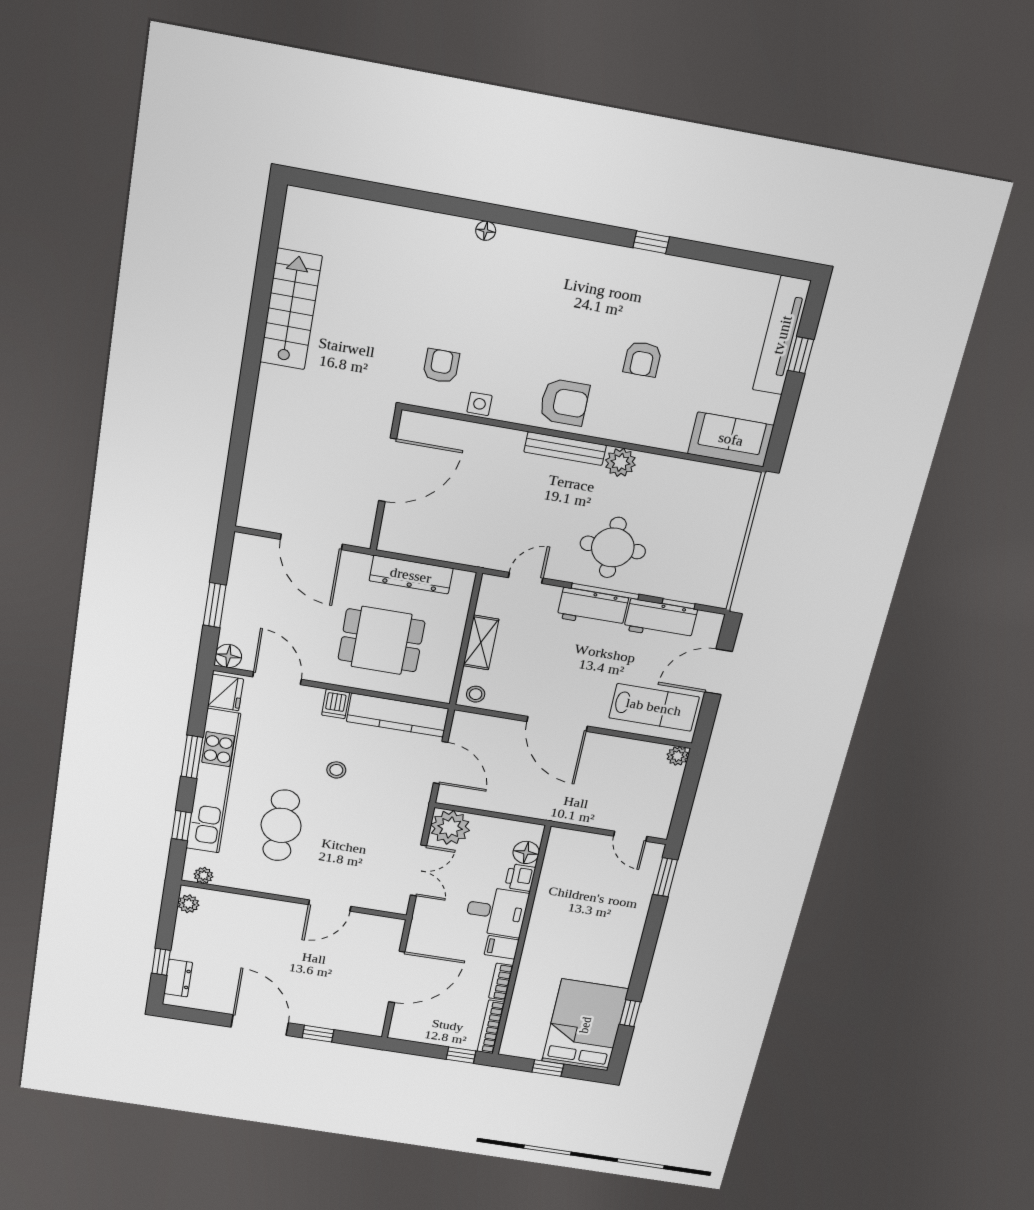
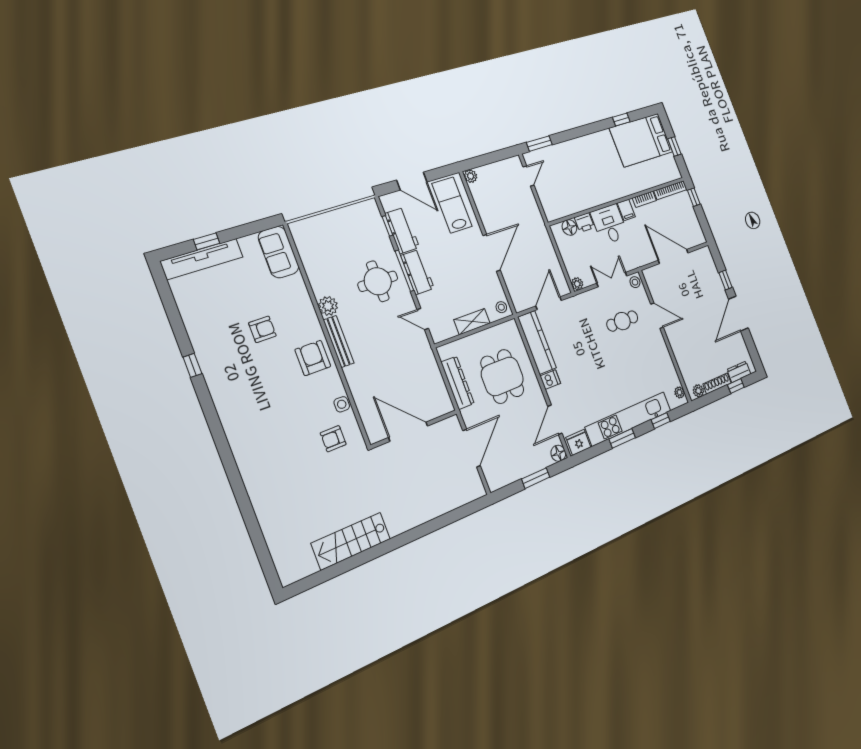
floor lamp: (486, 231) -> (242, 462), removed
stool: (336, 770) -> (635, 282), moved
cafe table: (281, 825) -> (622, 321), moved, width x0.73, depth x0.74
plant: (450, 828) -> (577, 284), width x0.53, depth x0.53
shoe rack: (182, 937) -> (717, 384), added

